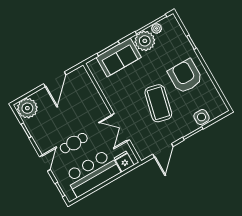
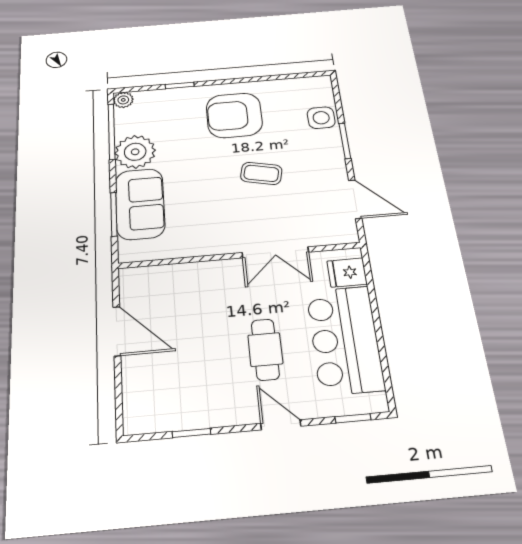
plant: (157, 28) -> (123, 100), moved
coffee table: (158, 103) -> (261, 173), width x0.54, depth x0.58
plant: (27, 108) -> (146, 410), removed

